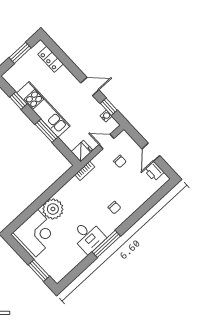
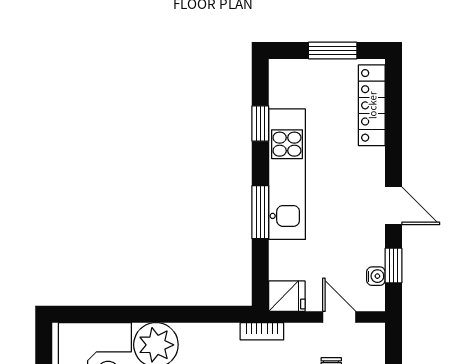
locker: (51, 59) -> (372, 105), width x1.53

